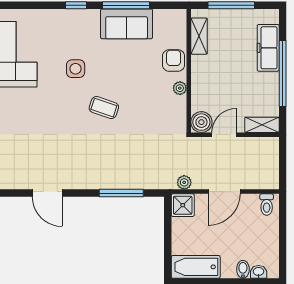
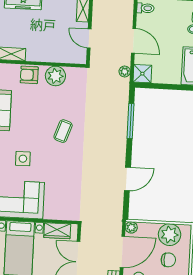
side table: (76, 69) -> (23, 159), moved
plant: (180, 88) -> (55, 76), width x1.88, depth x1.88
boiler: (201, 122) -> (78, 56), removed

